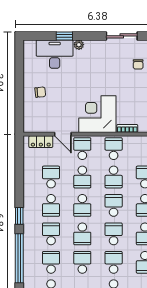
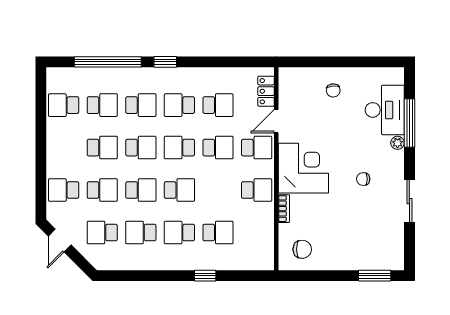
window: (64, 36) -> (409, 123), width x2.17
chair: (138, 64) -> (363, 179), moved
school desk: (82, 177) -> (218, 148), turned 180
school desk: (114, 177) -> (218, 190), removed
school desk: (82, 234) -> (141, 148), turned 180

